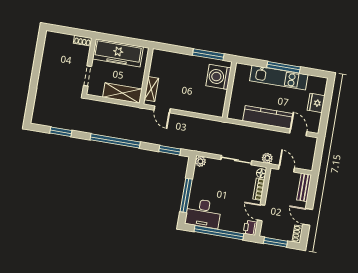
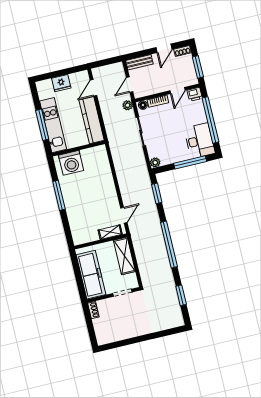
washing machine: (219, 77) -> (71, 163), moved
wall: (229, 90) -> (79, 148), moved

